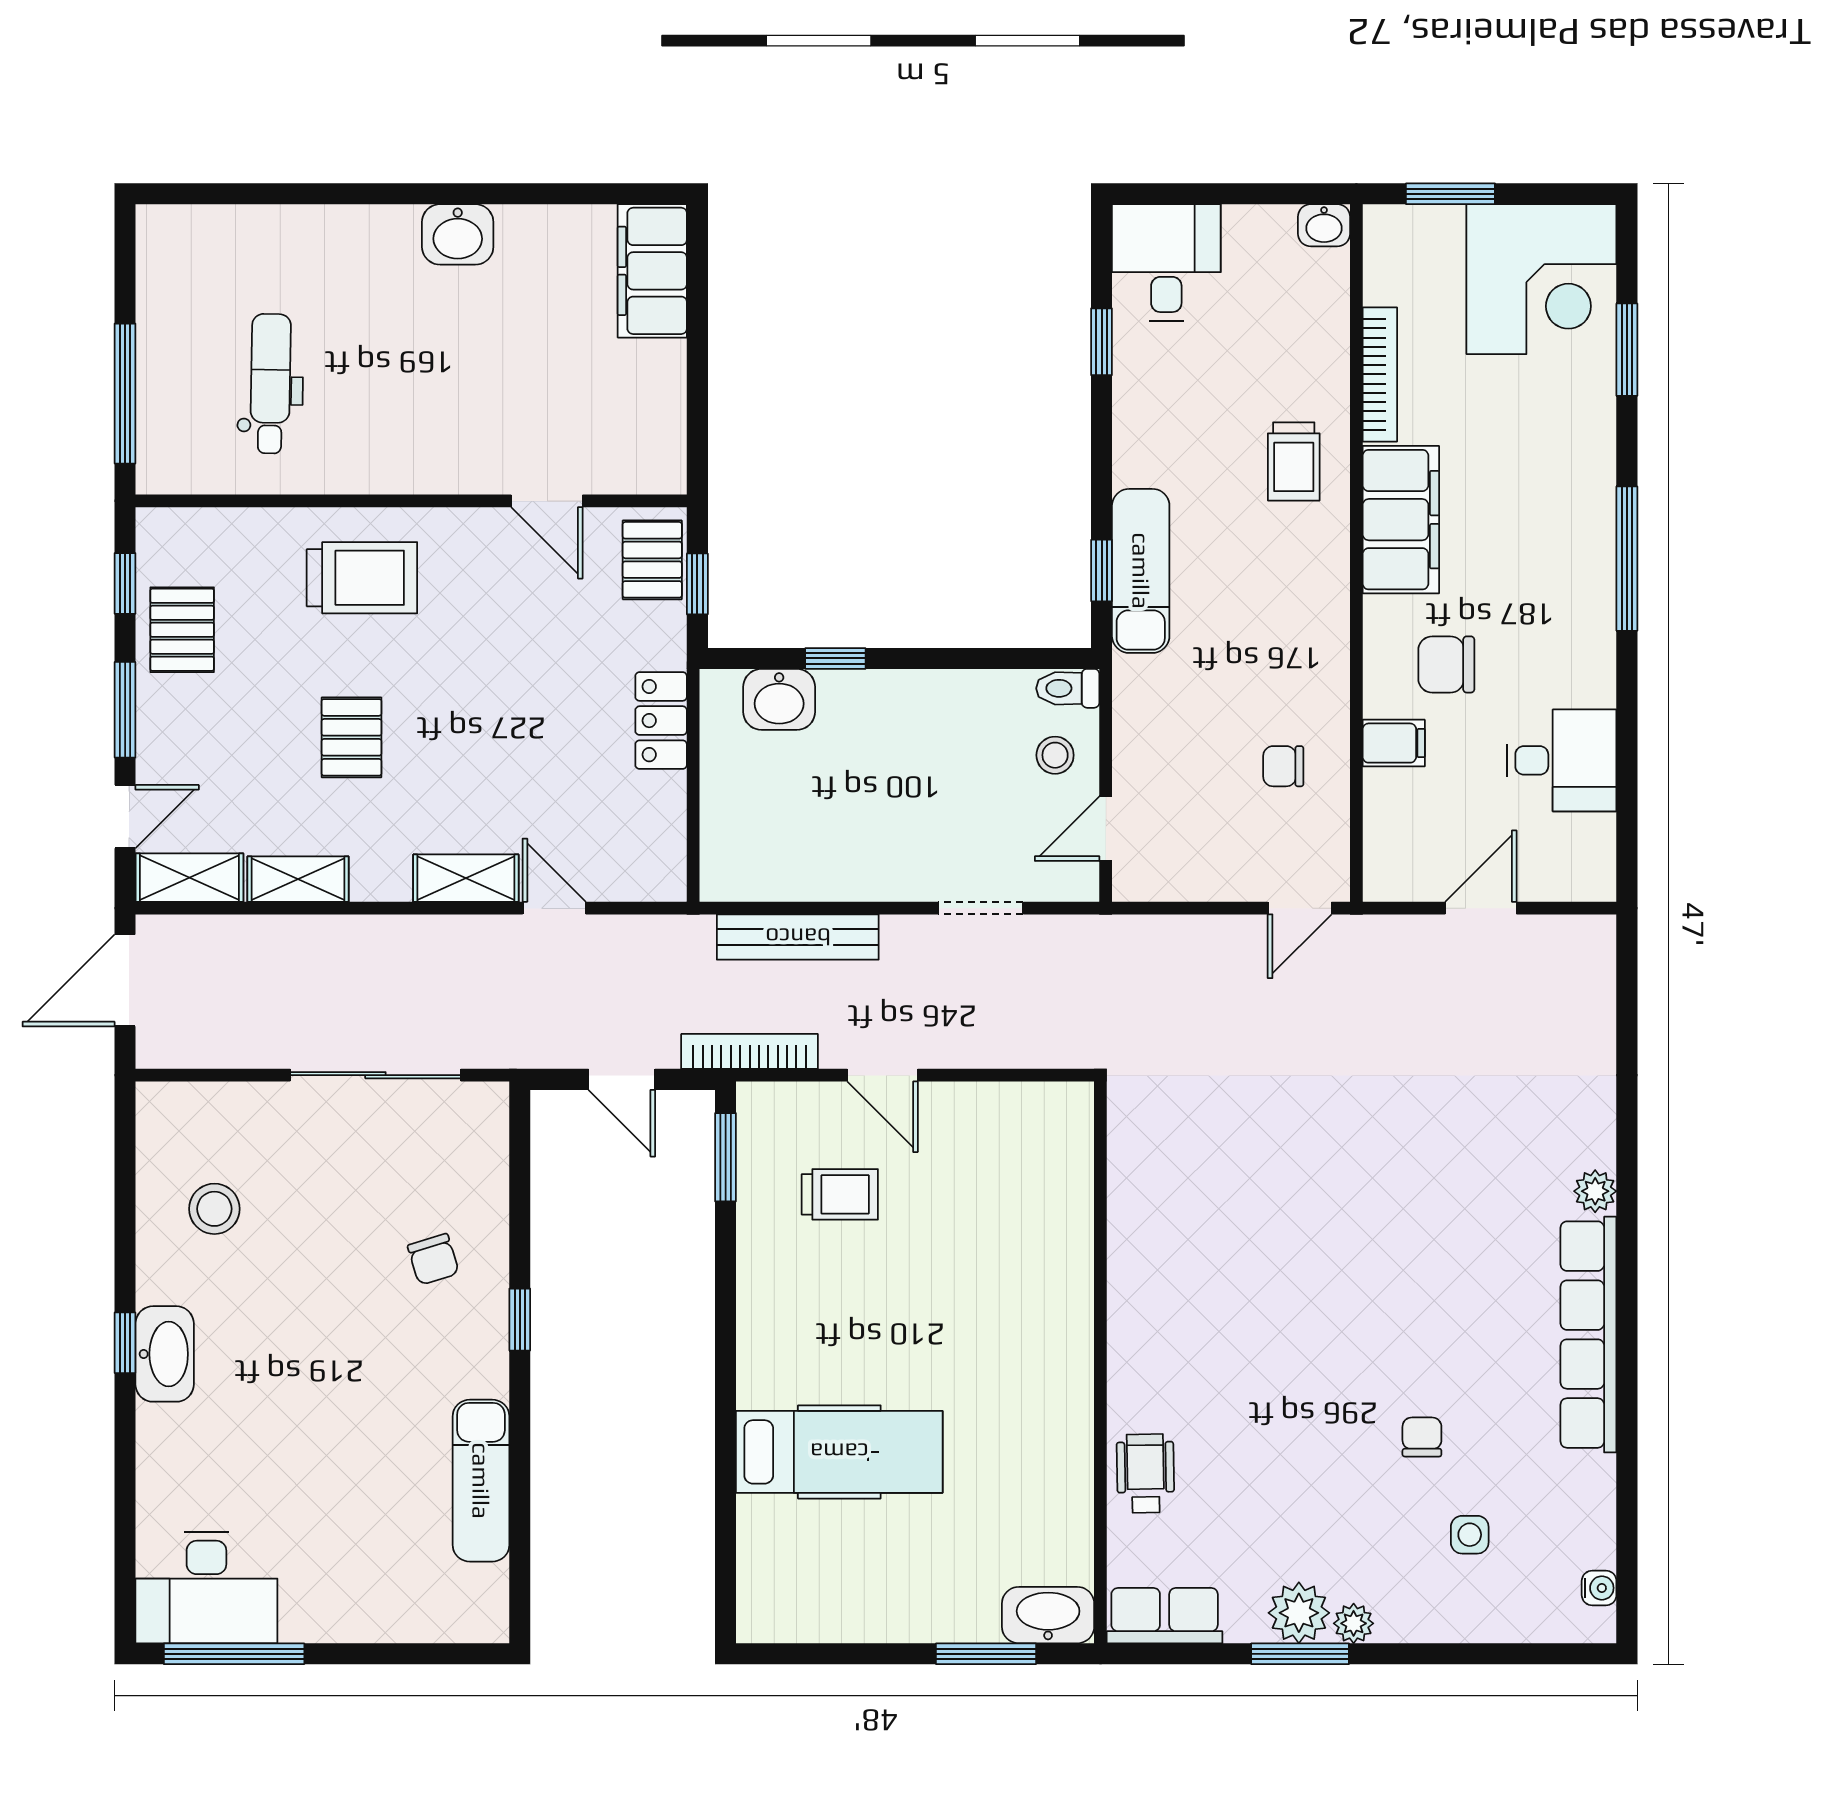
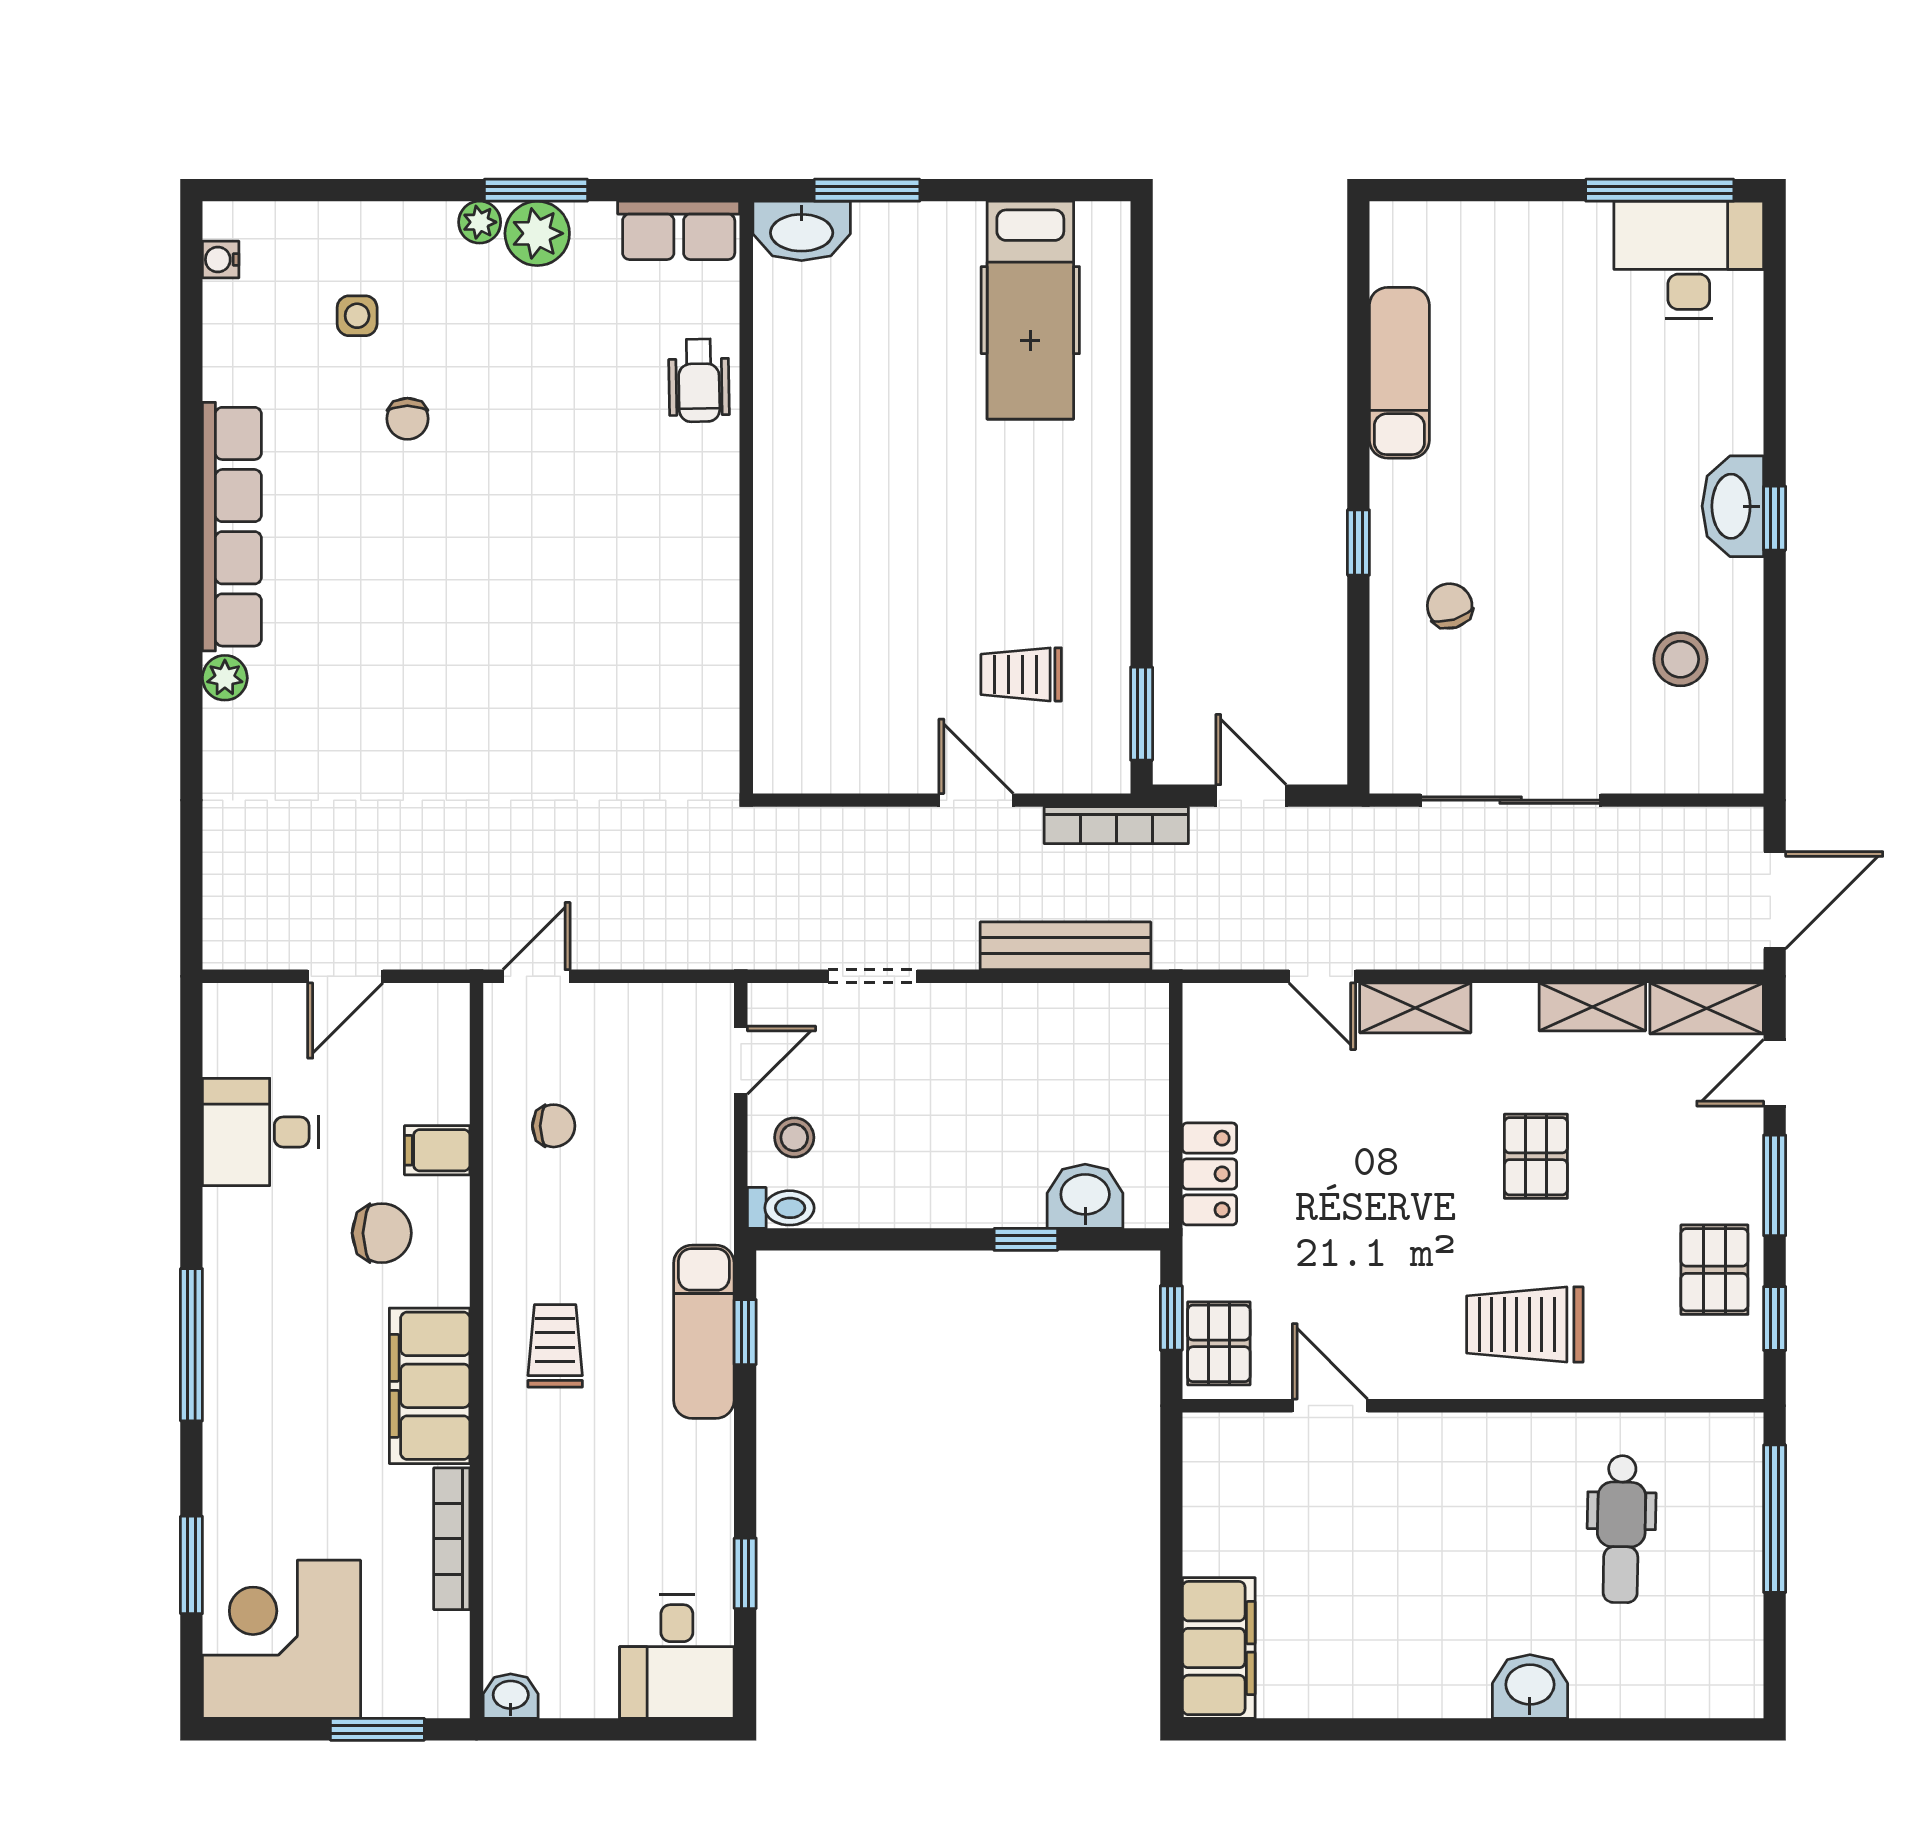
washbasin: (458, 234) -> (1530, 1686), moved
trolley: (1294, 461) -> (555, 1346), moved
hospital bed: (839, 1452) -> (1030, 310), moved, turned -90

